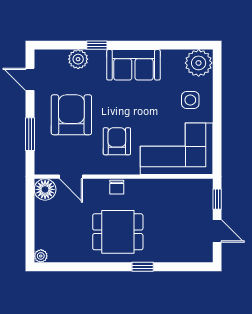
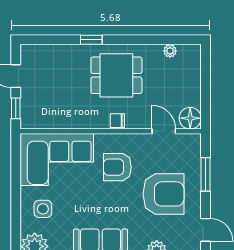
armchair: (71, 115) -> (163, 194), turned -90
armchair: (117, 141) -> (117, 167), turned 90
chair: (117, 187) -> (117, 121), turned -90
plant: (41, 256) -> (170, 51), moved

